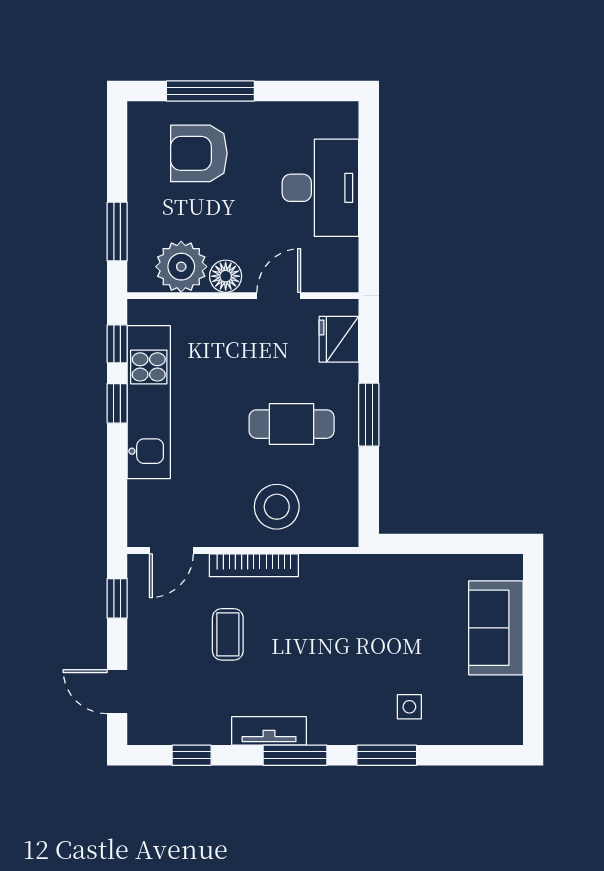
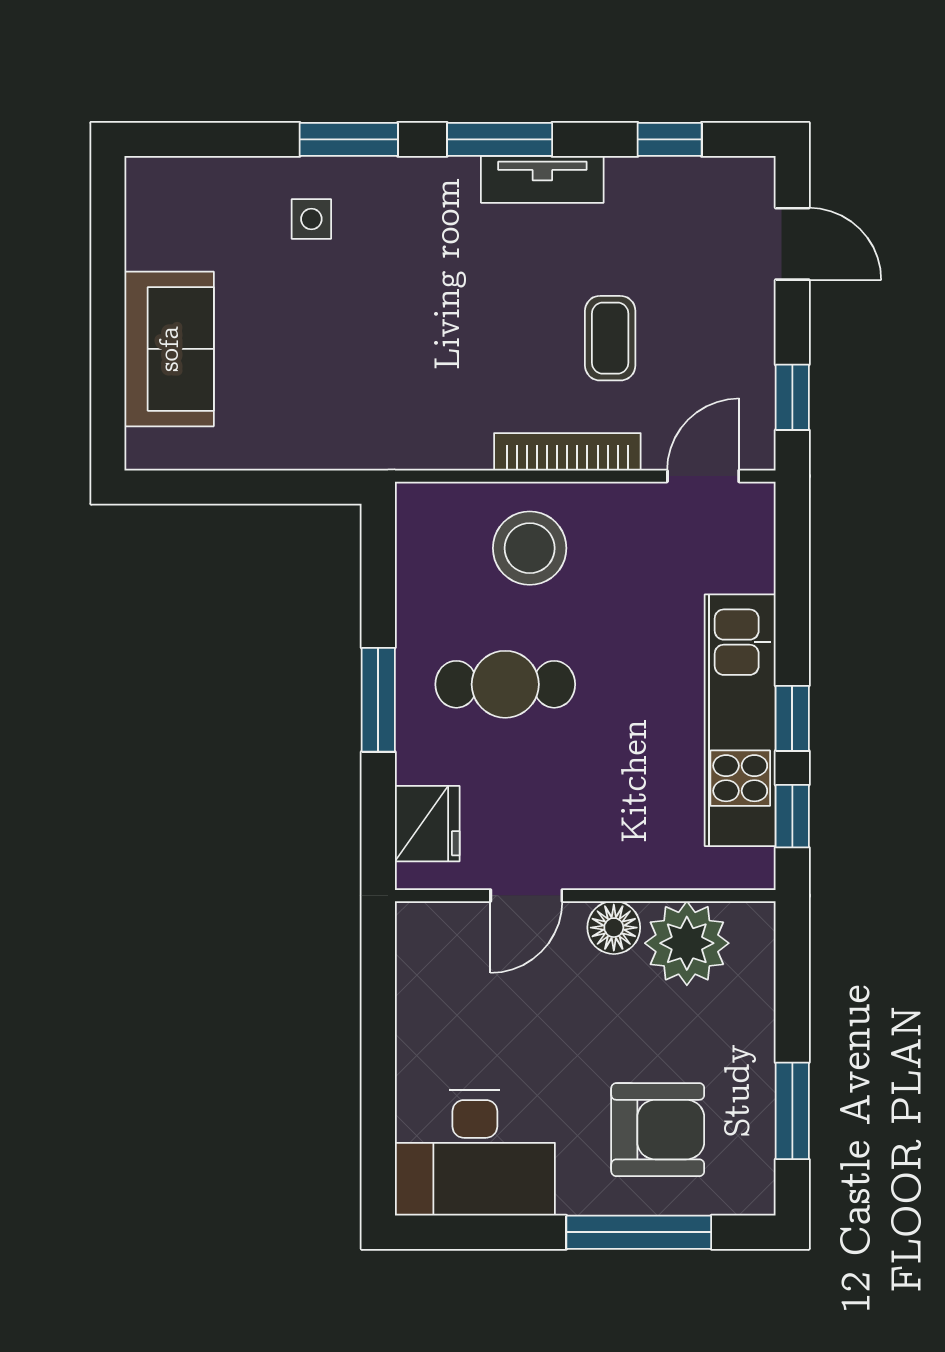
desk: (320, 188) -> (475, 1153), moved, turned -90
window: (117, 232) -> (792, 1111), moved

